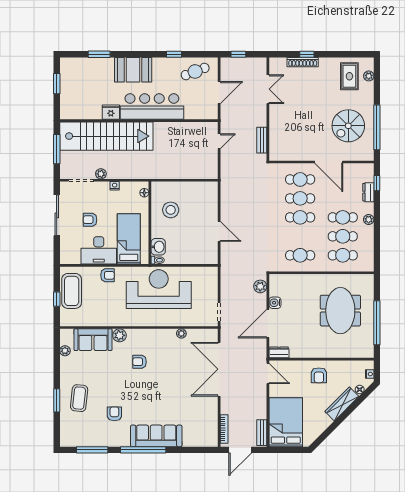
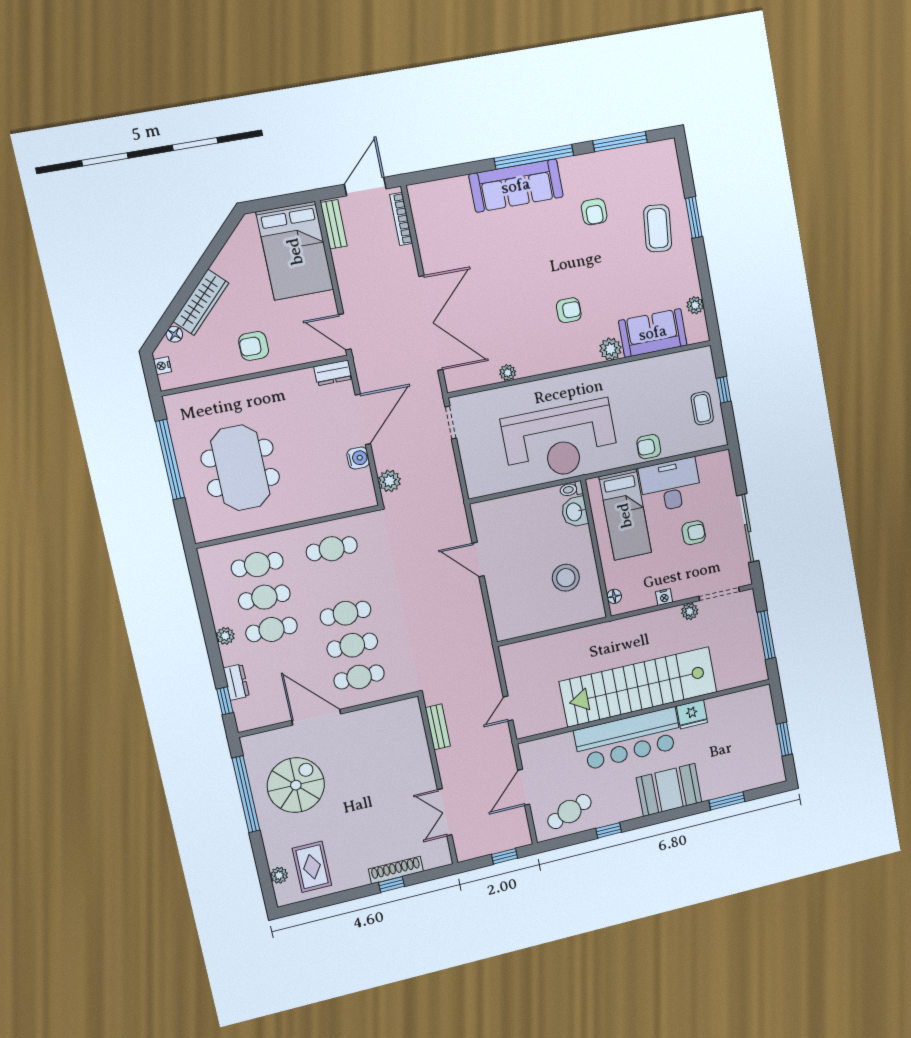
stairs: (106, 136) -> (638, 687), moved
coffee table: (72, 291) -> (702, 408), width x0.54, depth x0.58
armchair: (319, 375) -> (254, 346), turned -90

